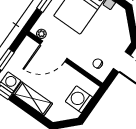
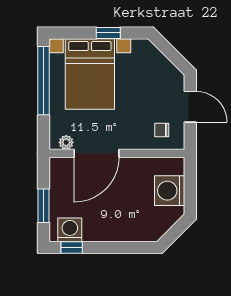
shelving: (33, 99) -> (112, 230), removed

